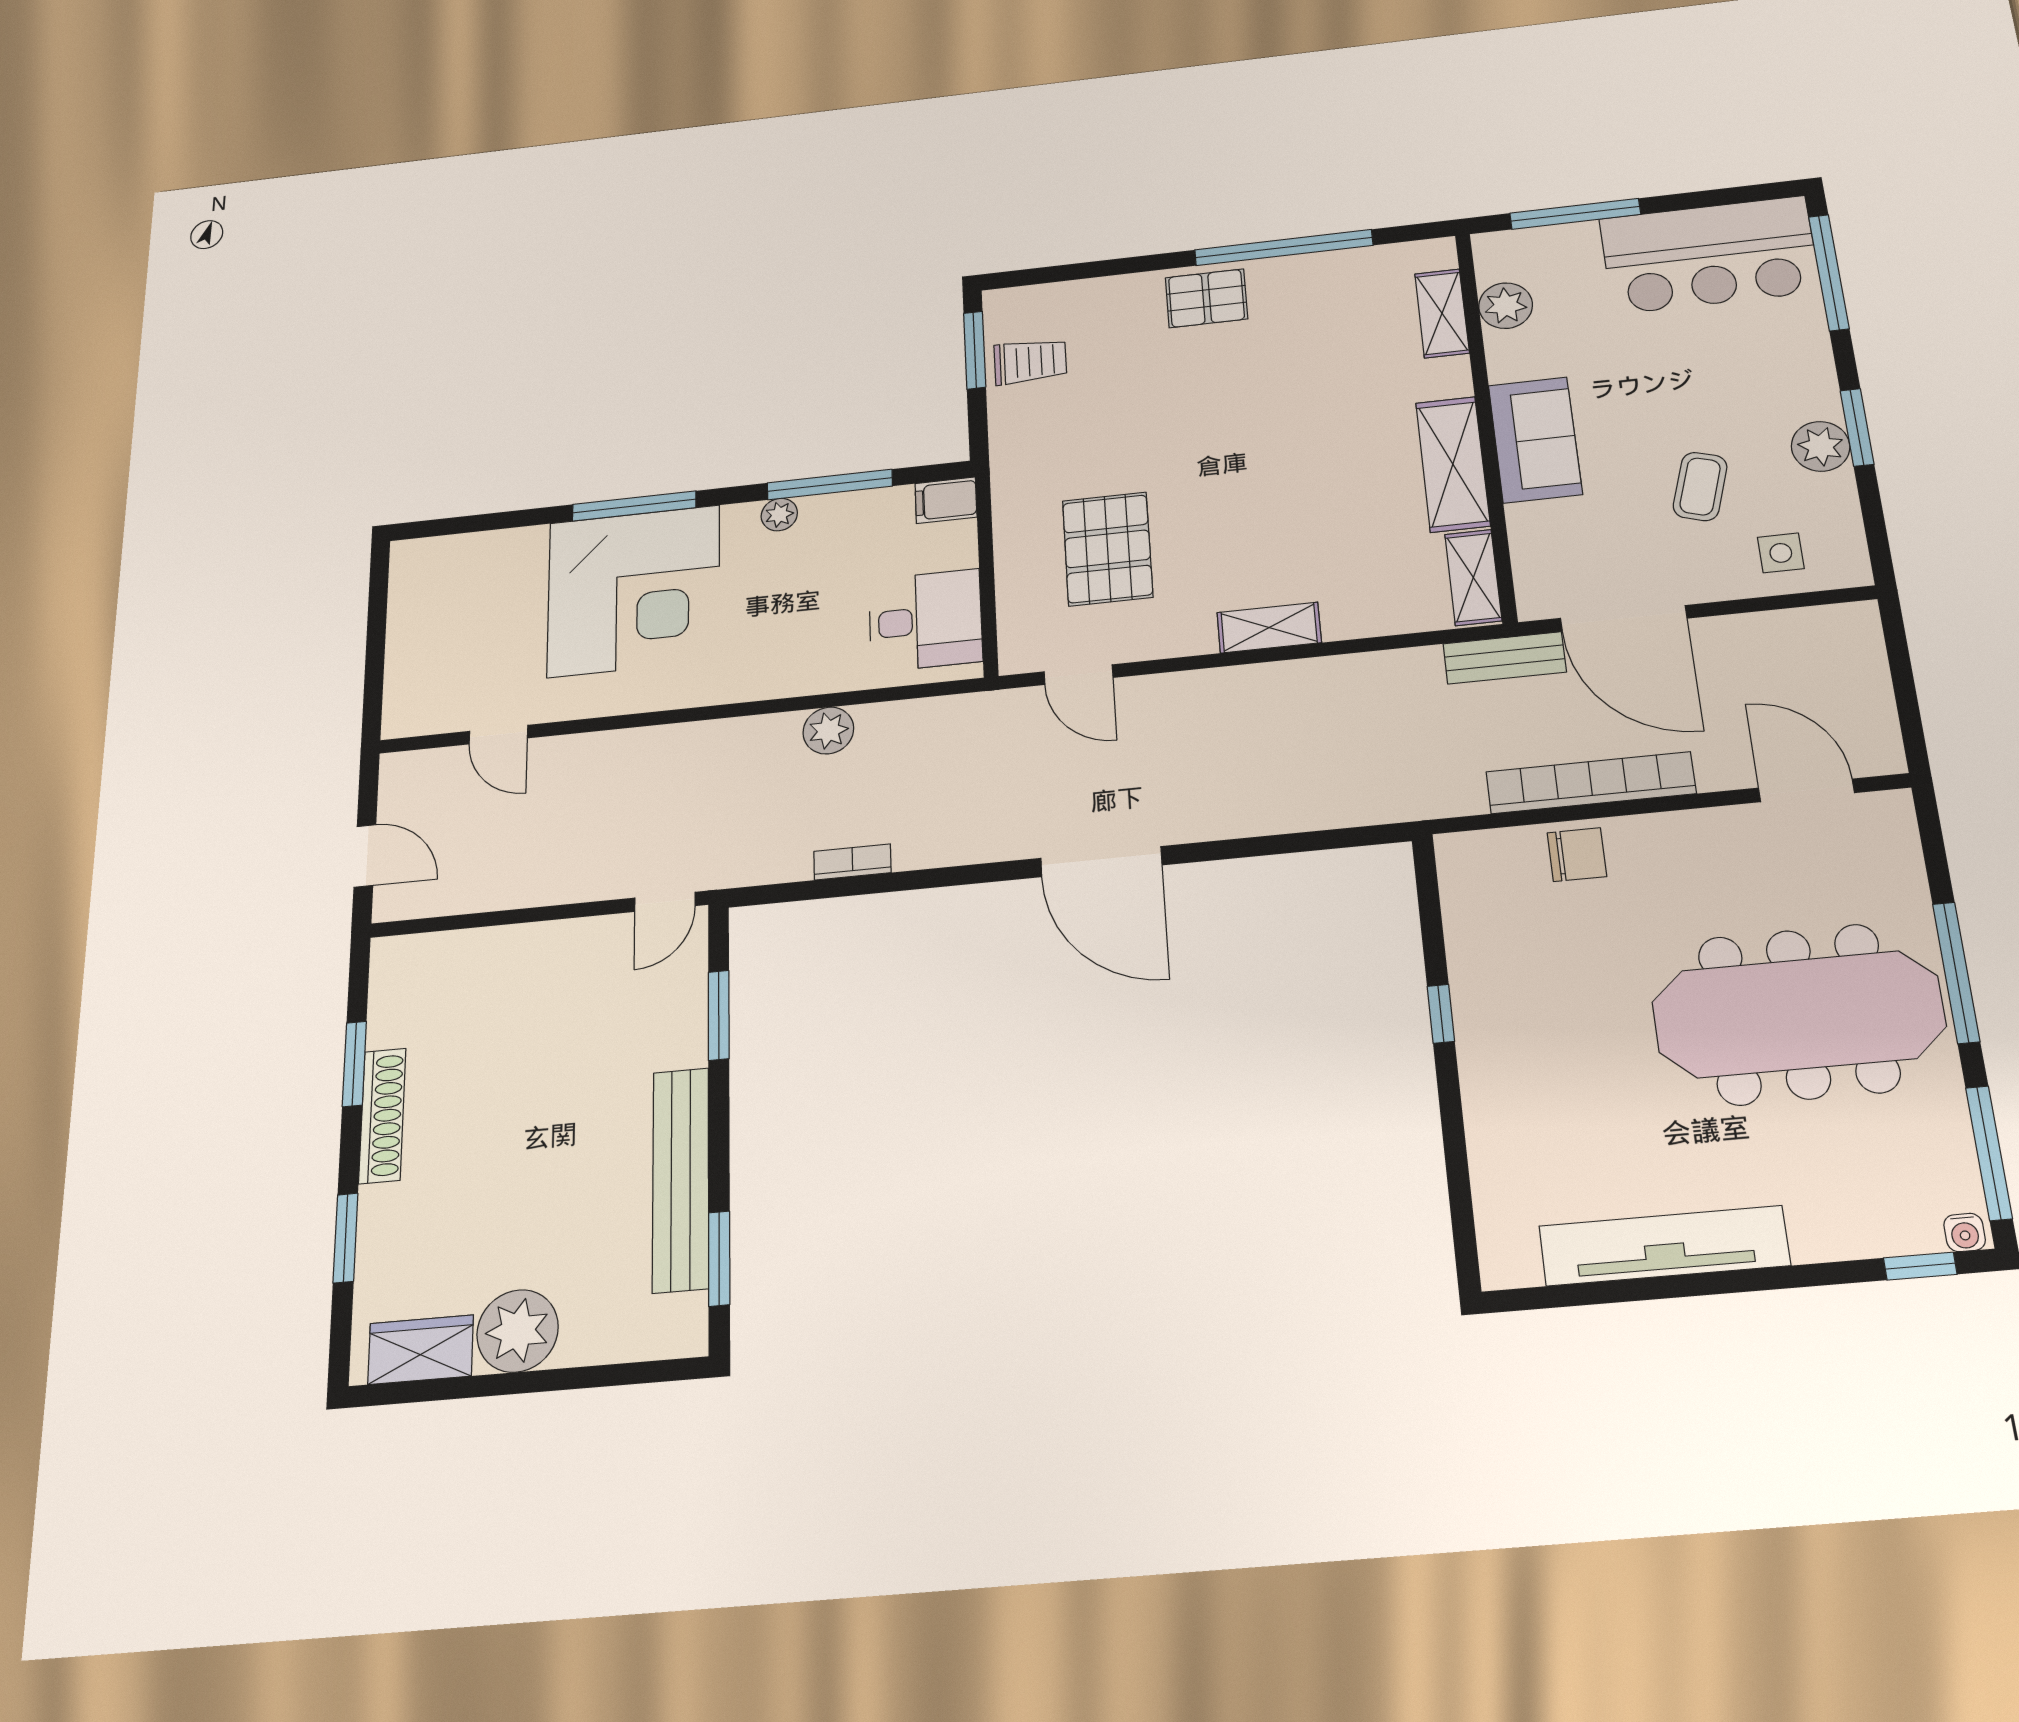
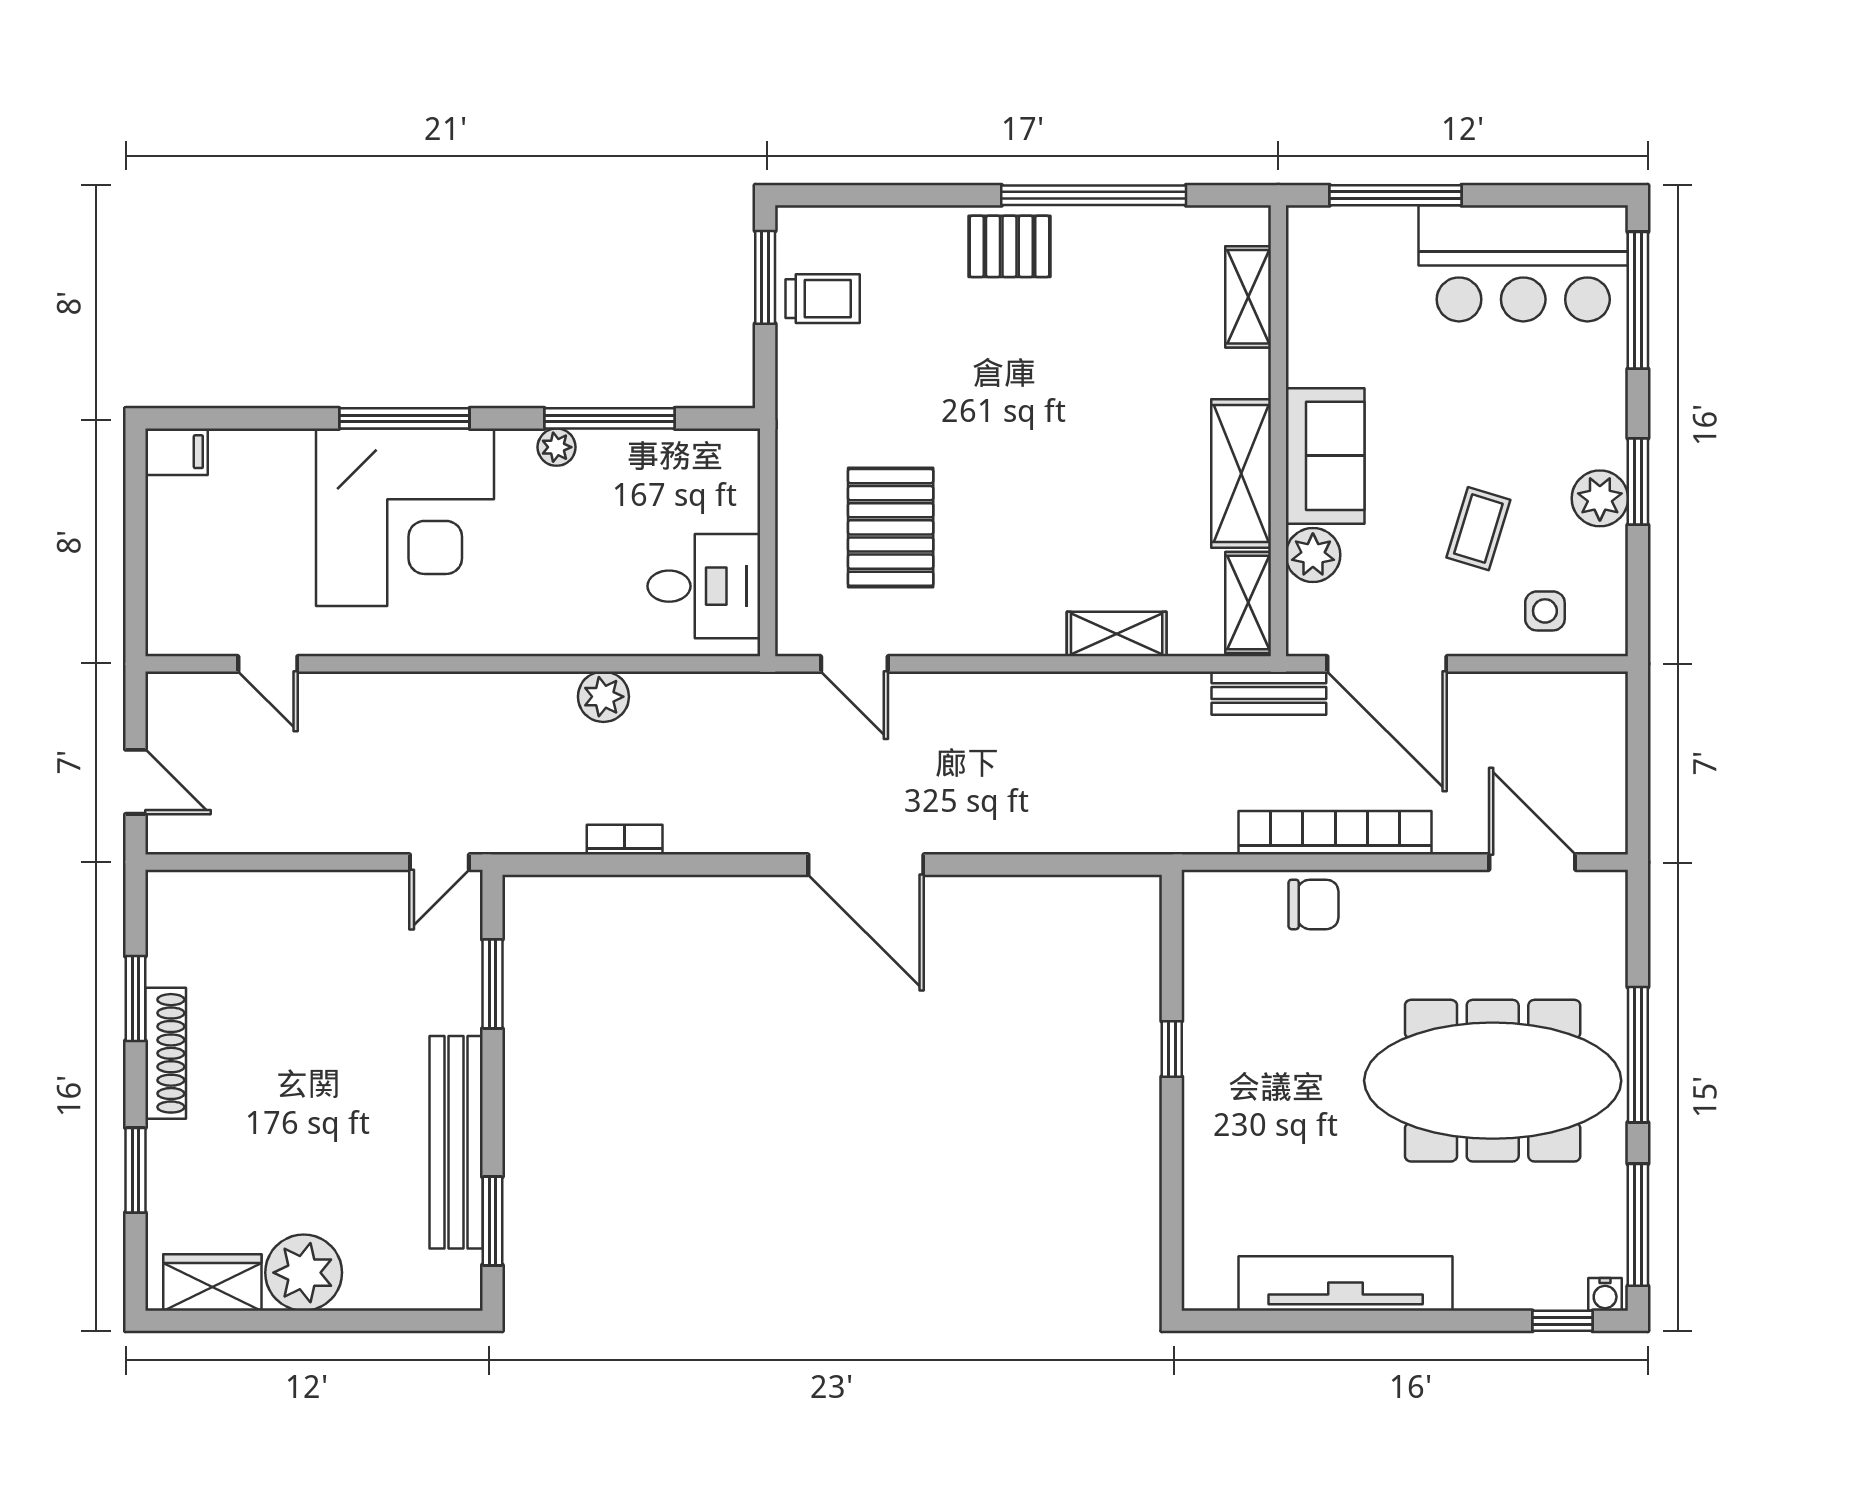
plant: (1506, 306) -> (1313, 555), moved
filing cabinet: (946, 500) -> (177, 452), moved, turned 180
shelving: (1269, 628) -> (1117, 634), moved

